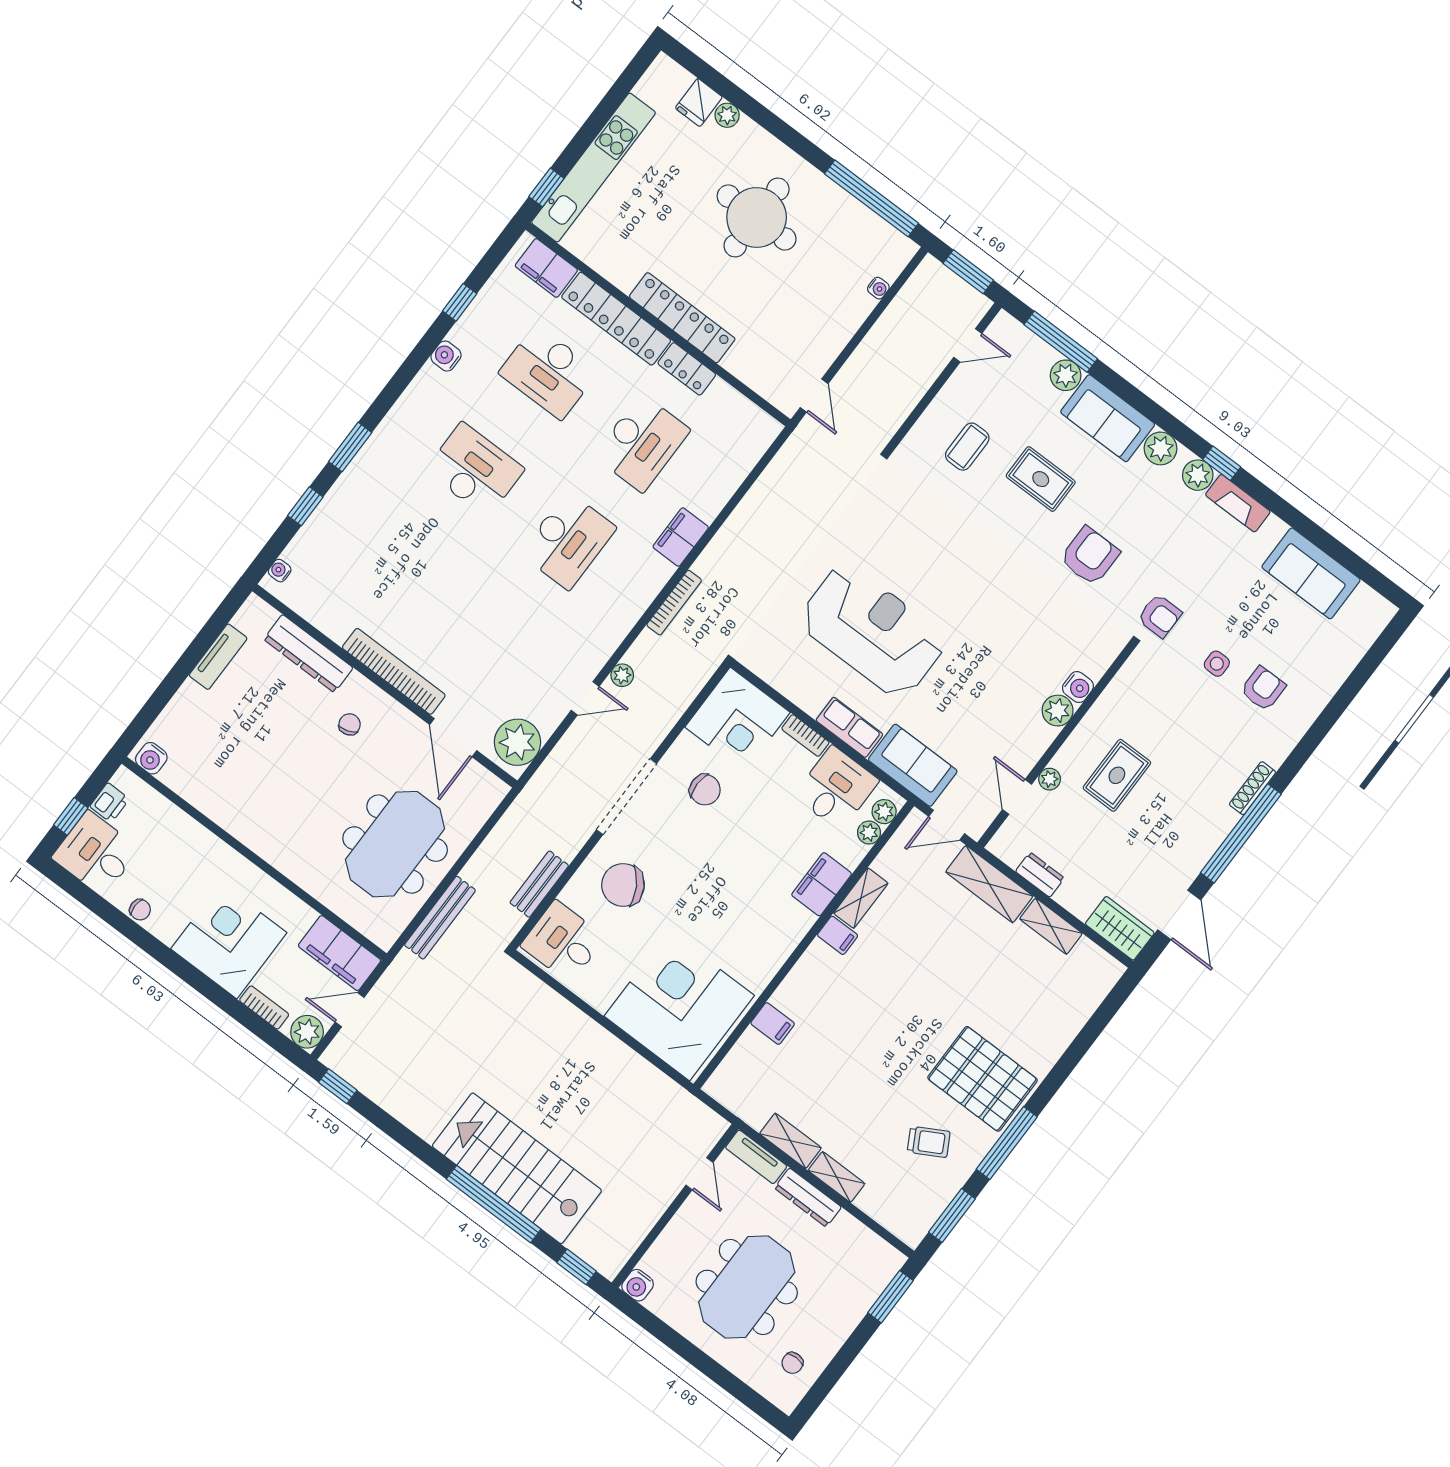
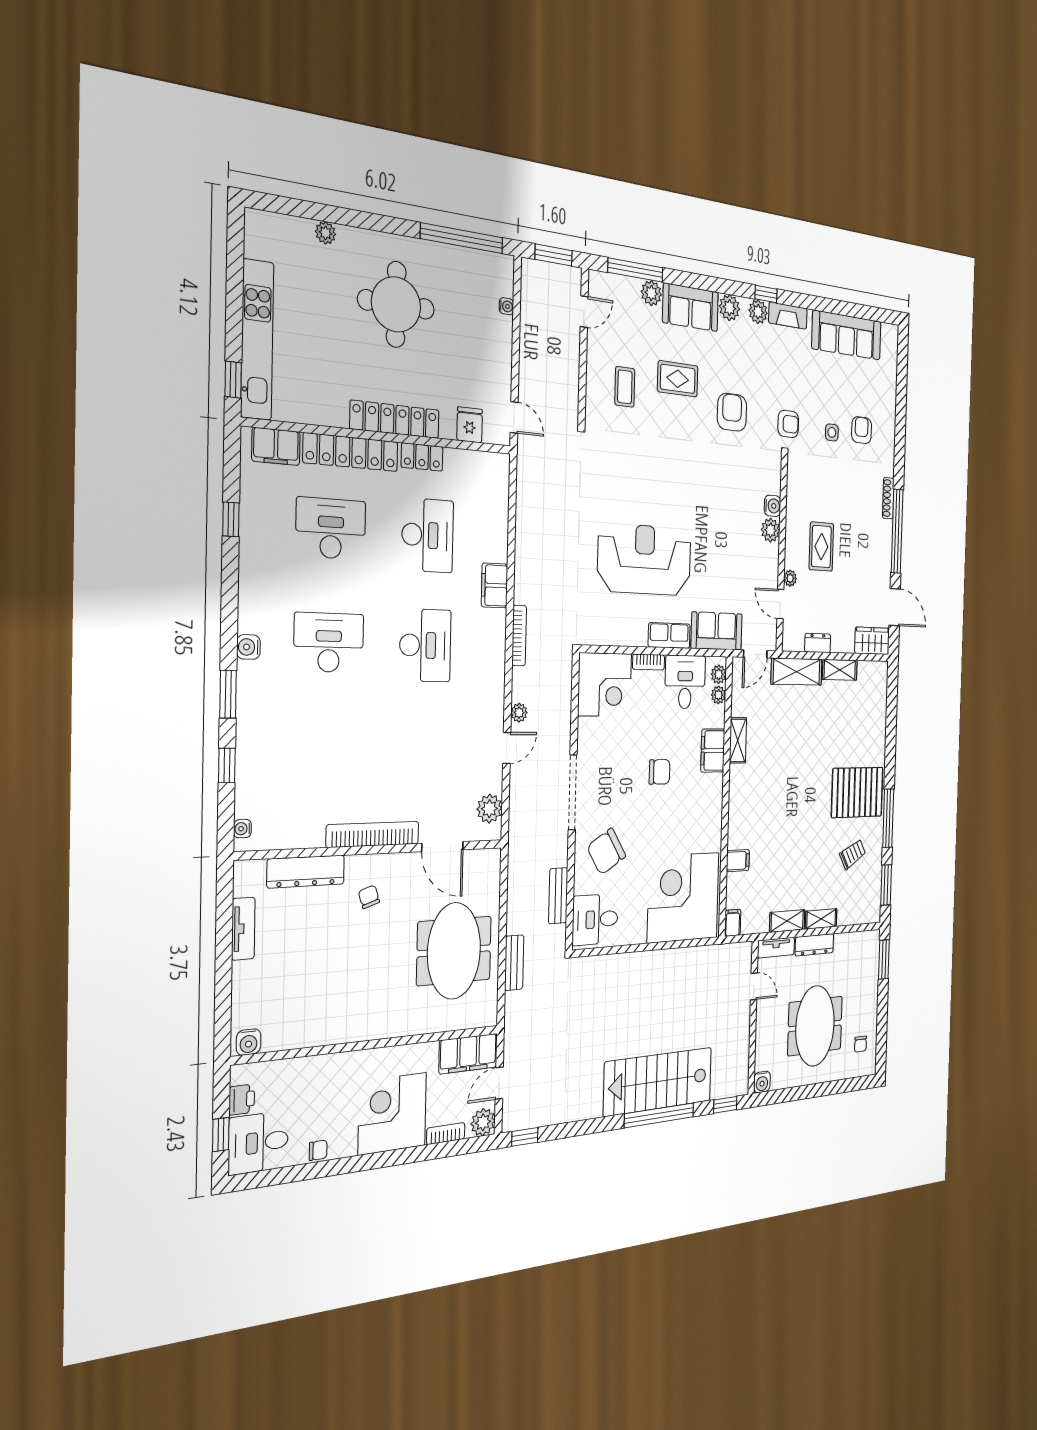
fridge: (699, 103) -> (470, 425), moved, turned 180
water cooler: (446, 356) -> (248, 647), moved
desk: (548, 372) -> (331, 529), turned 180
sofa: (1311, 573) -> (847, 335), width x1.36
plant: (517, 742) -> (489, 809), width x0.73, depth x0.73
chair: (705, 790) -> (660, 772), moved
bench: (440, 918) -> (514, 963), width x0.73
filing cabinet: (838, 935) -> (733, 923), moved, turned -90

